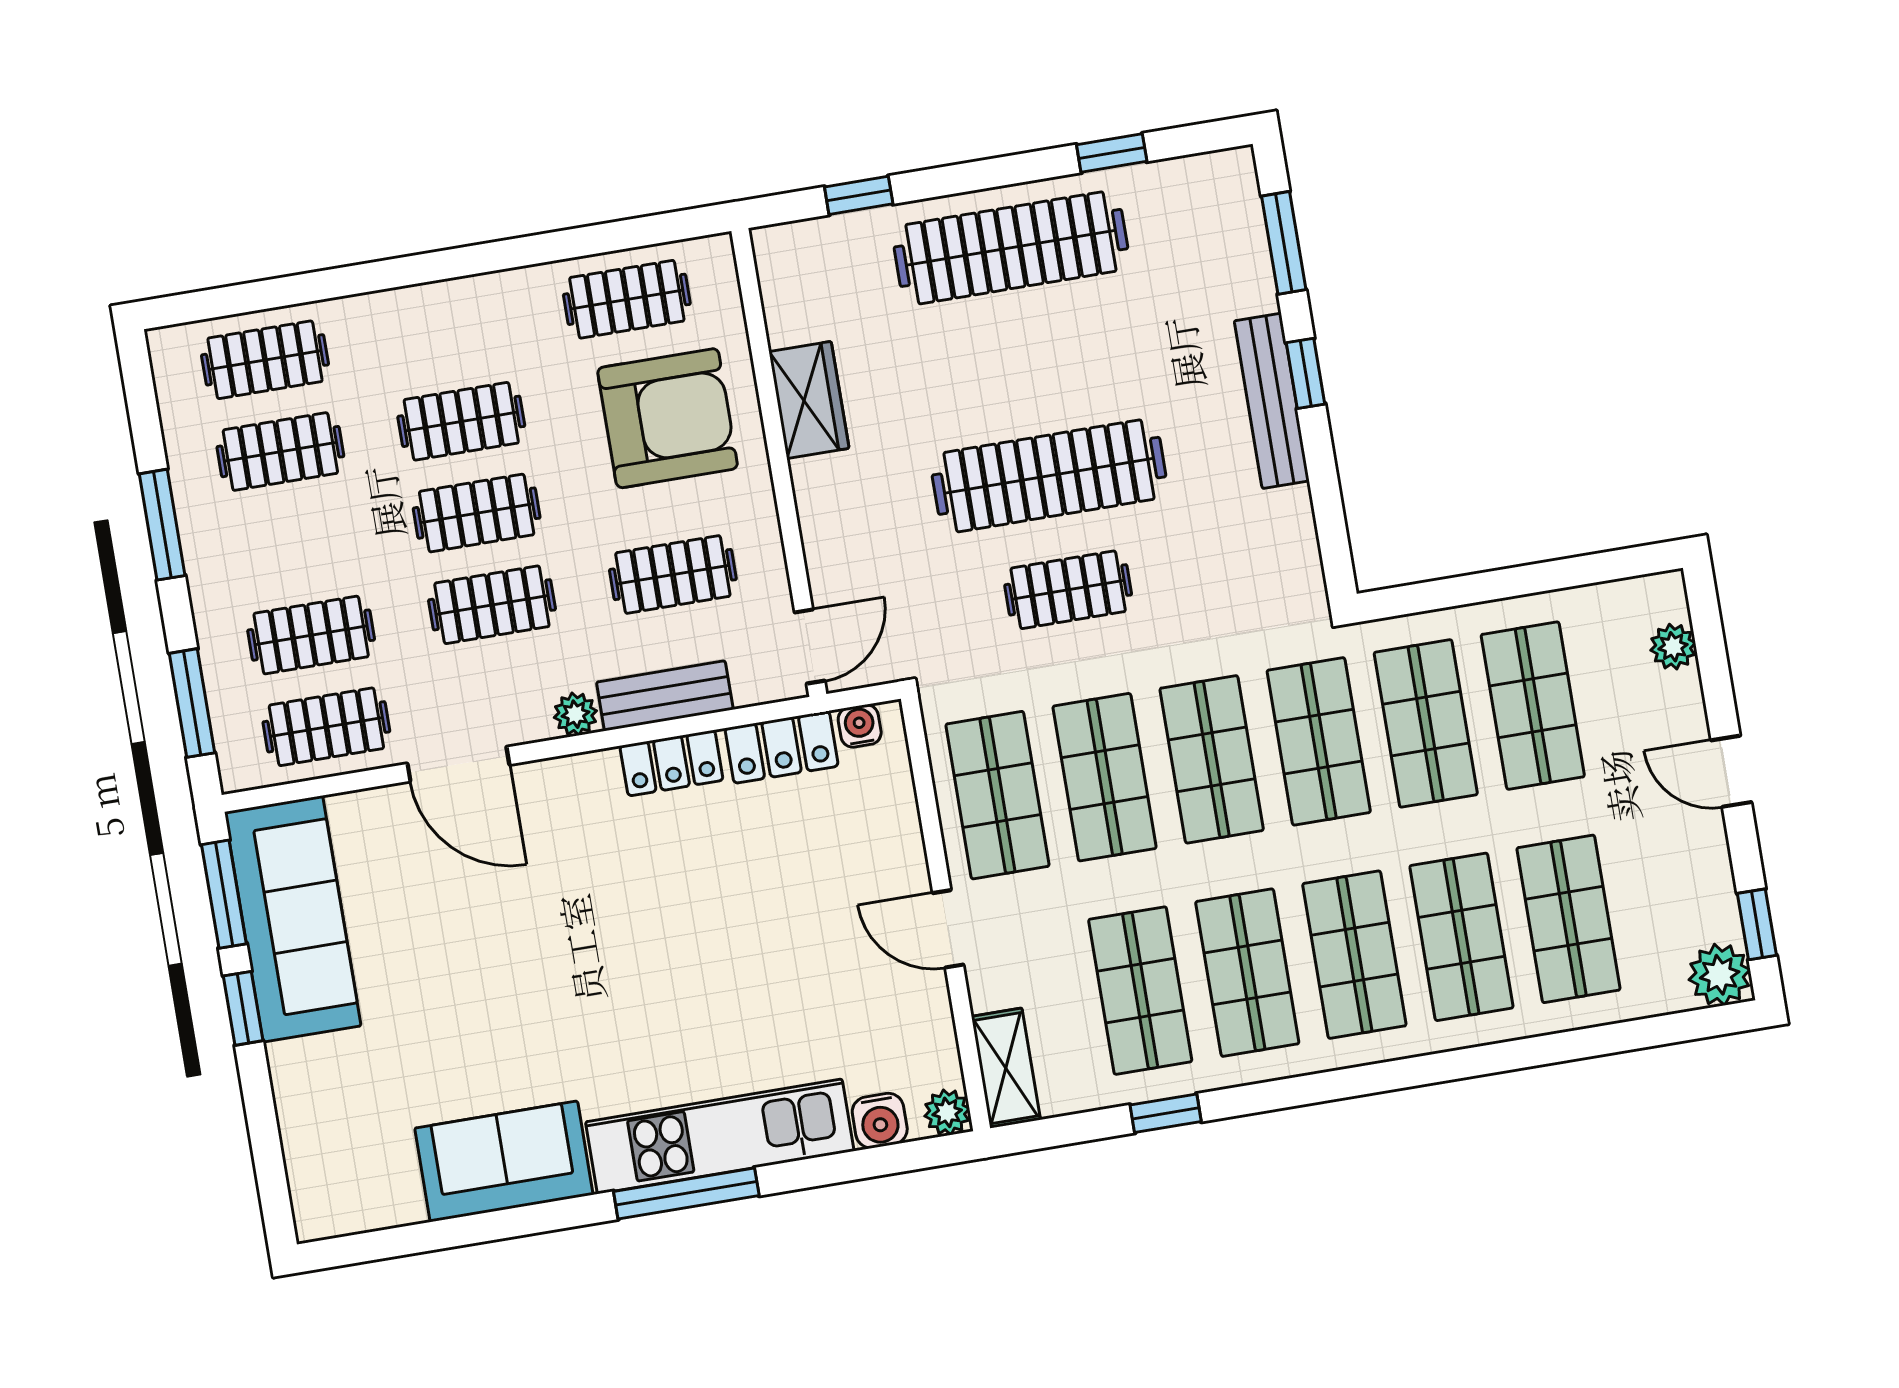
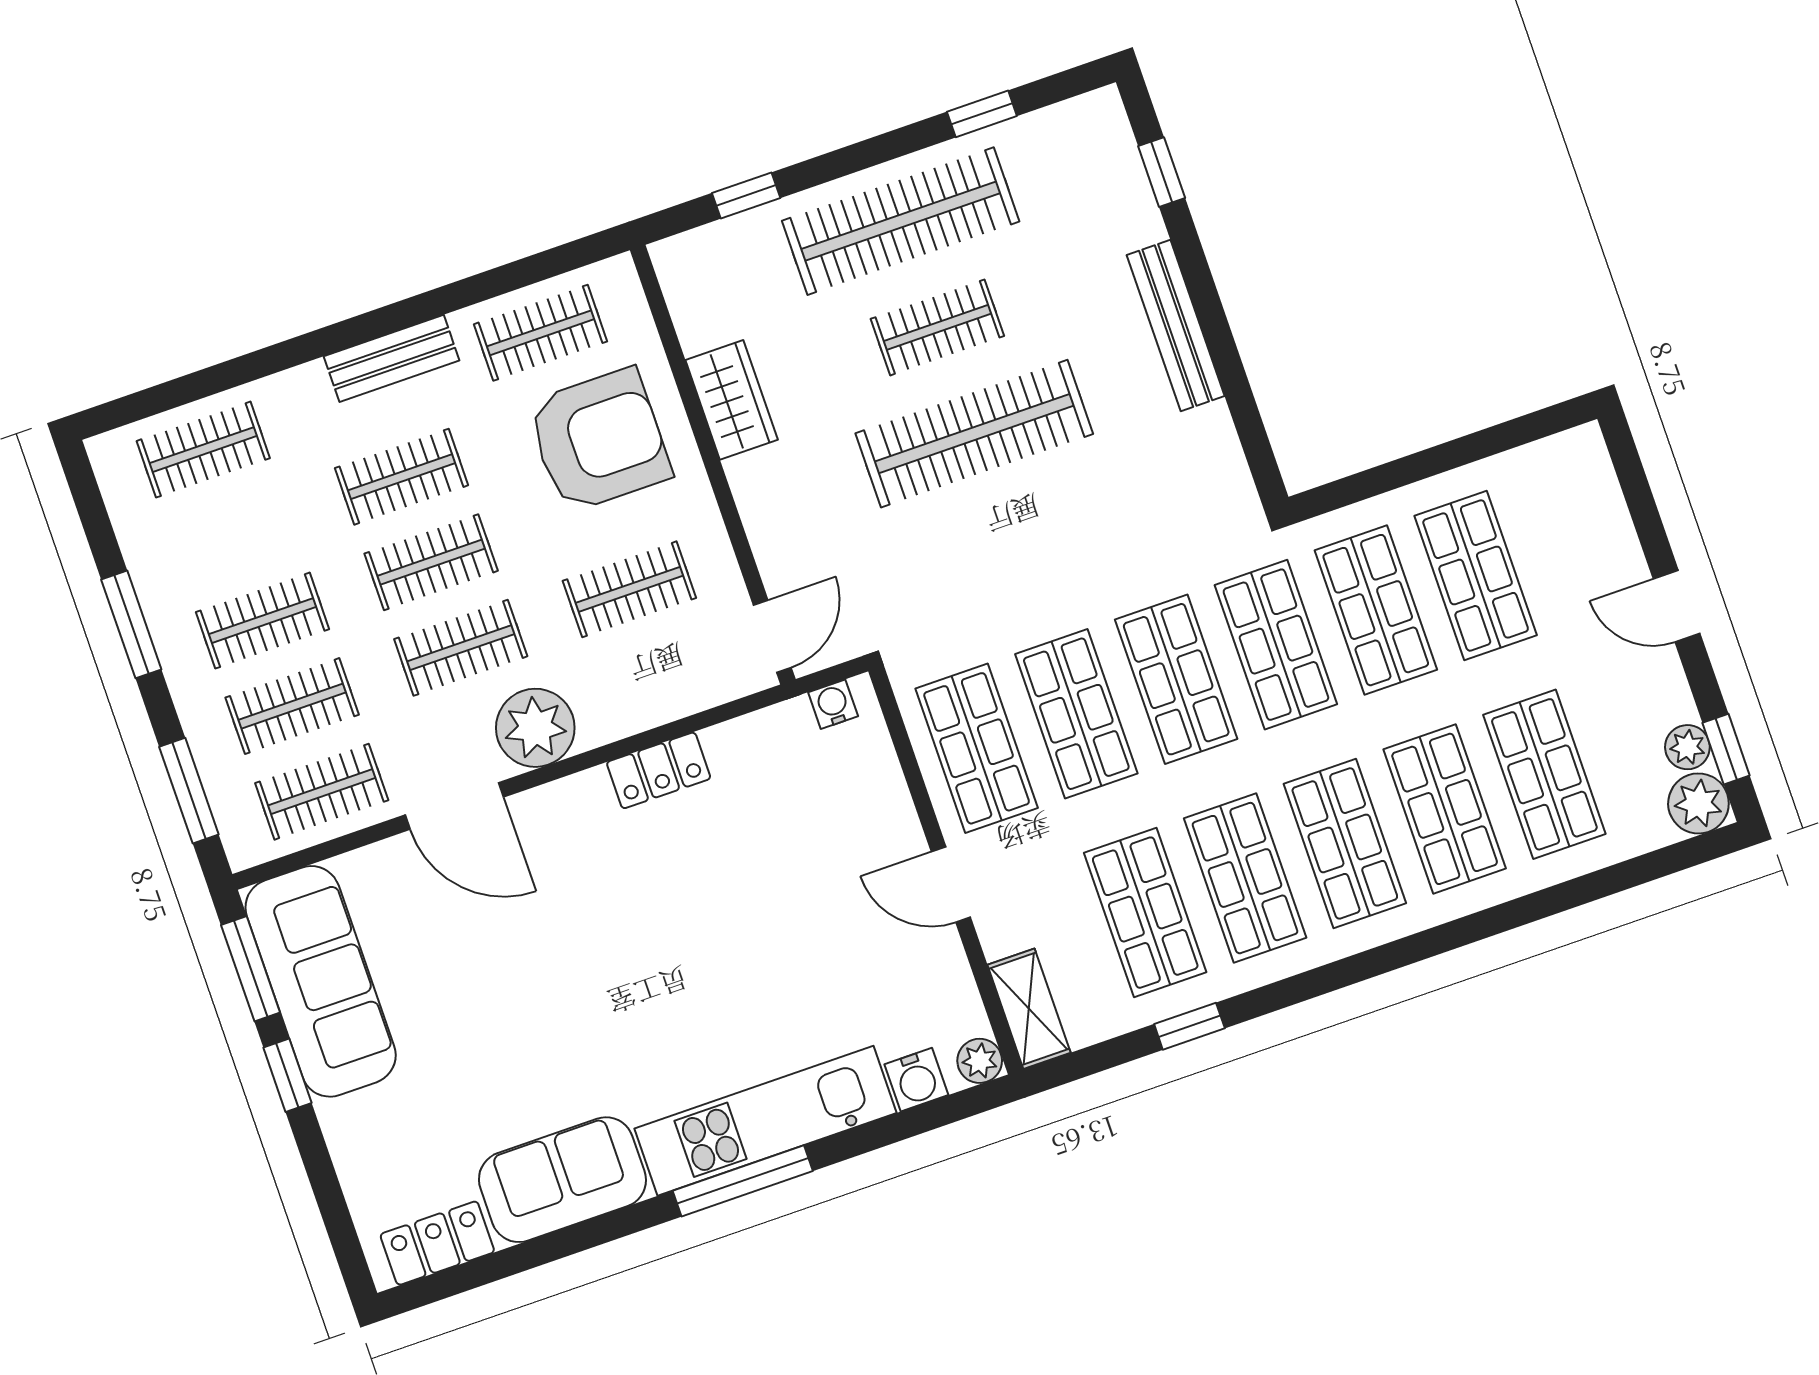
window: (1284, 243) -> (1162, 172), width x0.67
window: (1306, 373) -> (1204, 294), removed
clothes rail: (280, 452) -> (262, 621), moved
clothes rail: (1068, 590) -> (937, 327), moved
plant: (1673, 647) -> (1687, 747), moved
bench: (665, 696) -> (392, 358), moved
plant: (575, 714) -> (535, 728), width x1.88, depth x1.88
locker: (782, 747) -> (437, 1243), moved, turned 180

